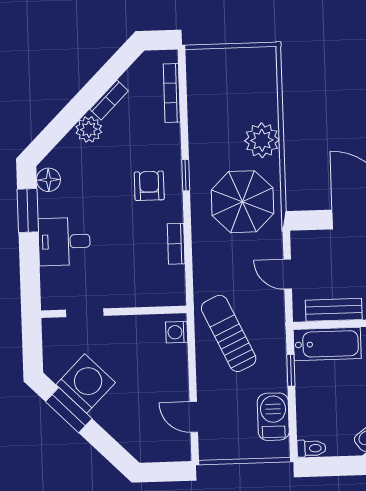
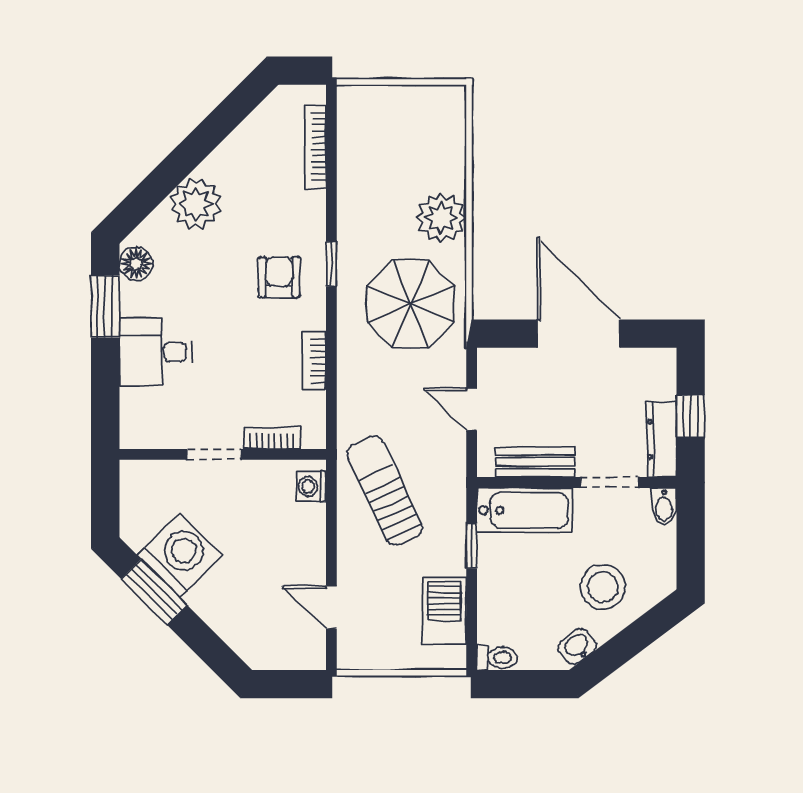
bookcase: (109, 100) -> (272, 438), moved, turned -135
plant: (89, 129) -> (196, 204), width x1.36, depth x1.36
doorway: (85, 313) -> (214, 454), moved

